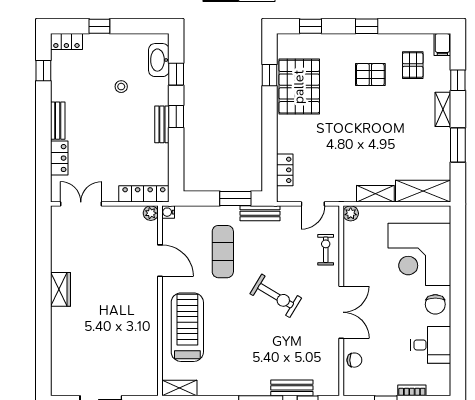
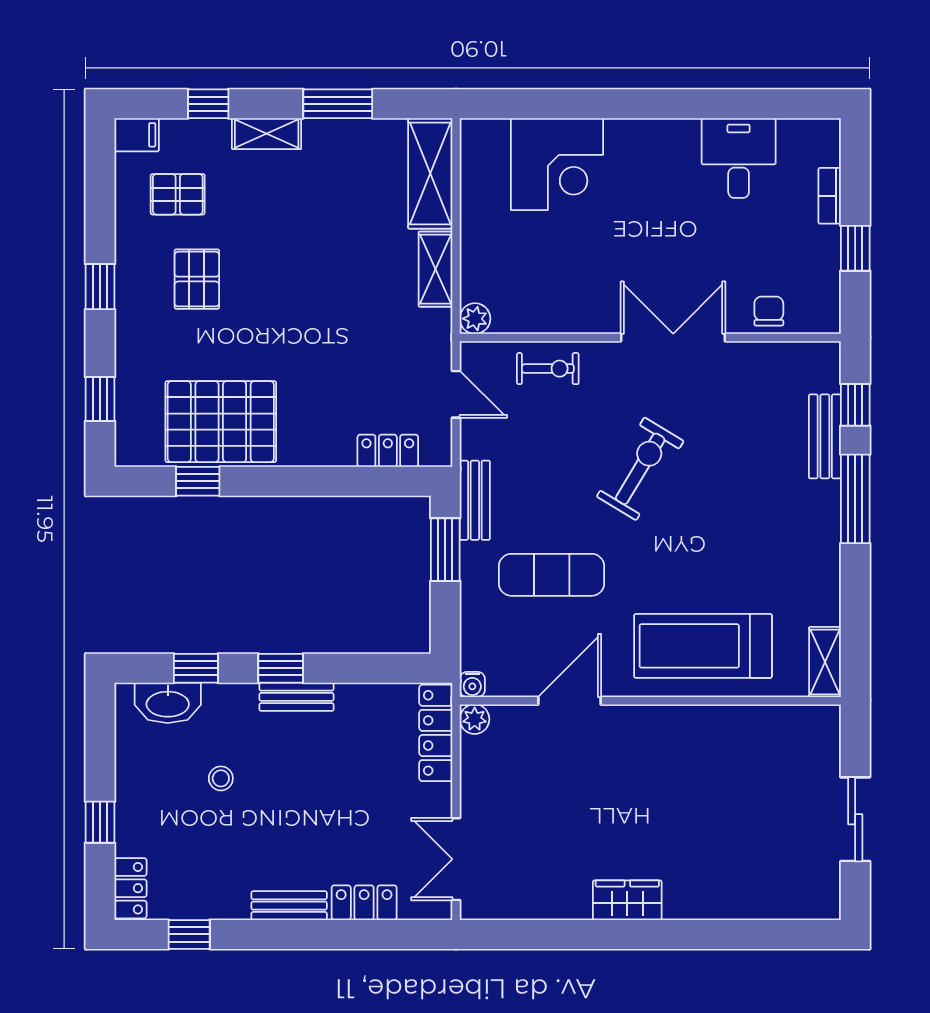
exercise bike: (326, 250) -> (548, 369), turned 180
corner desk: (419, 254) -> (557, 164), width x0.74, depth x0.74
chair: (435, 304) -> (657, 149), removed

